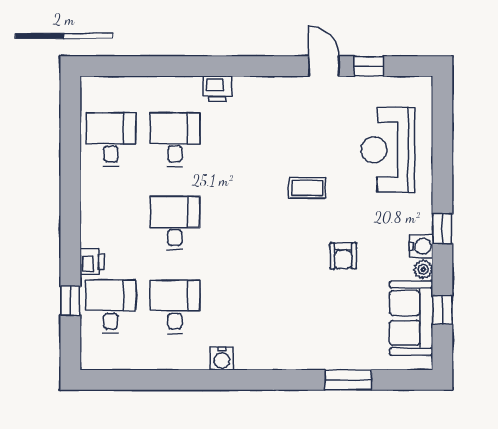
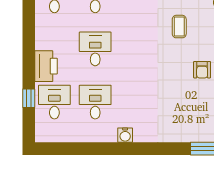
coffee table: (307, 188) -> (179, 27), turned 90
printer: (92, 261) -> (46, 66), width x1.87, depth x1.48

